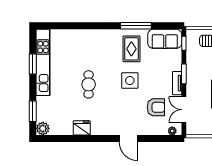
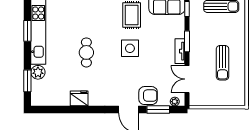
armchair: (156, 107) -> (148, 96), moved
plant: (43, 128) -> (38, 72), moved
window: (157, 138) -> (158, 110), added

